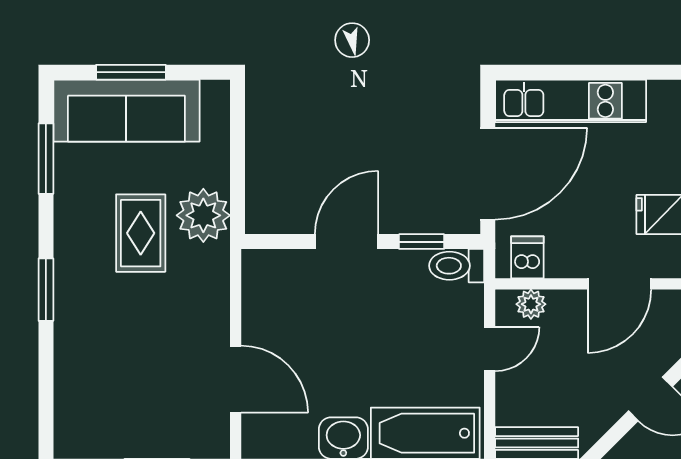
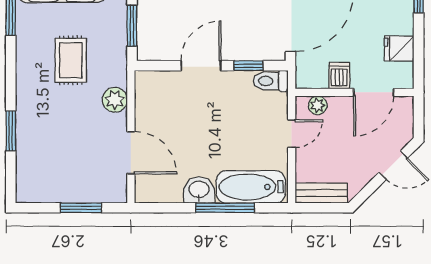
window: (237, 178) -> (132, 26), added
plant: (203, 215) -> (115, 100), moved, width x0.73, depth x0.73
dishwasher: (527, 257) -> (339, 76), moved
window: (46, 290) -> (11, 131), moved

